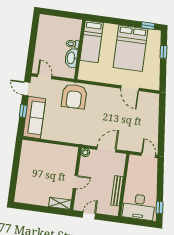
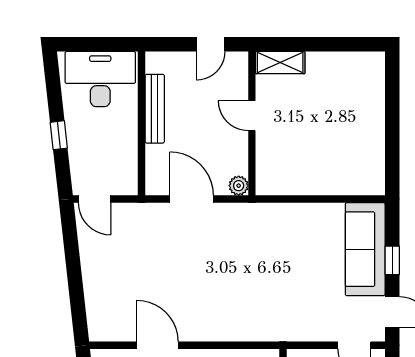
armchair: (74, 96) -> (281, 309), removed
door: (106, 150) -> (192, 199), swing flipped
door: (75, 182) -> (252, 116), hinge flipped
window: (160, 208) -> (59, 135), moved

